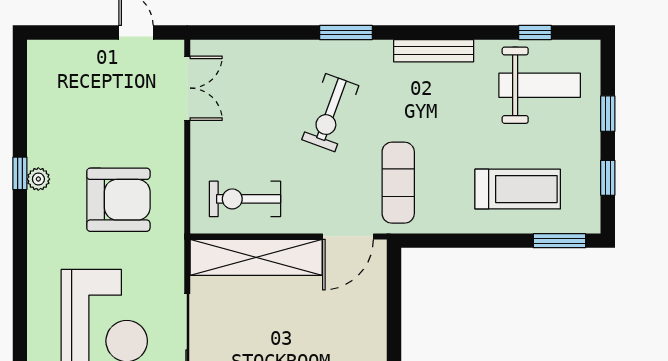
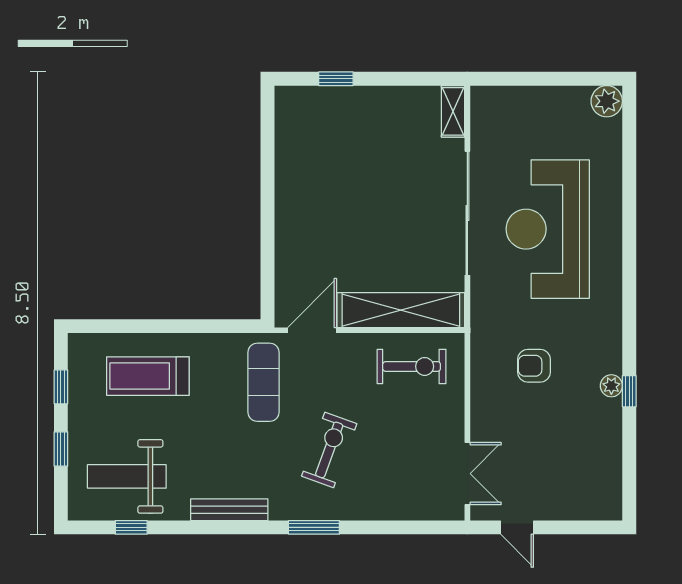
double door: (187, 88) -> (467, 474), swing flipped
armchair: (118, 200) -> (534, 366), width x0.53, depth x0.53
window: (560, 241) -> (108, 326), removed

